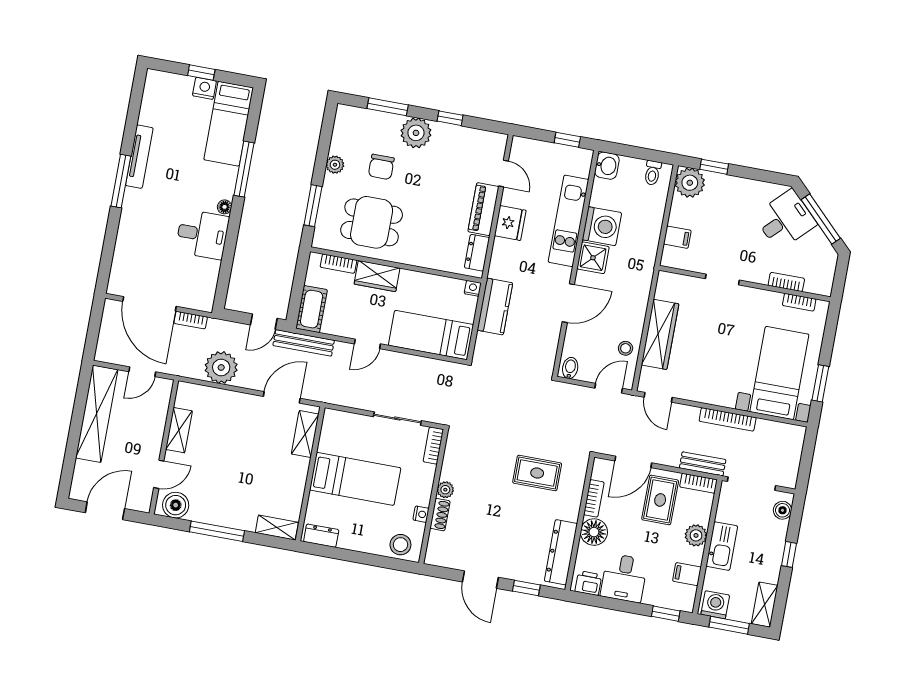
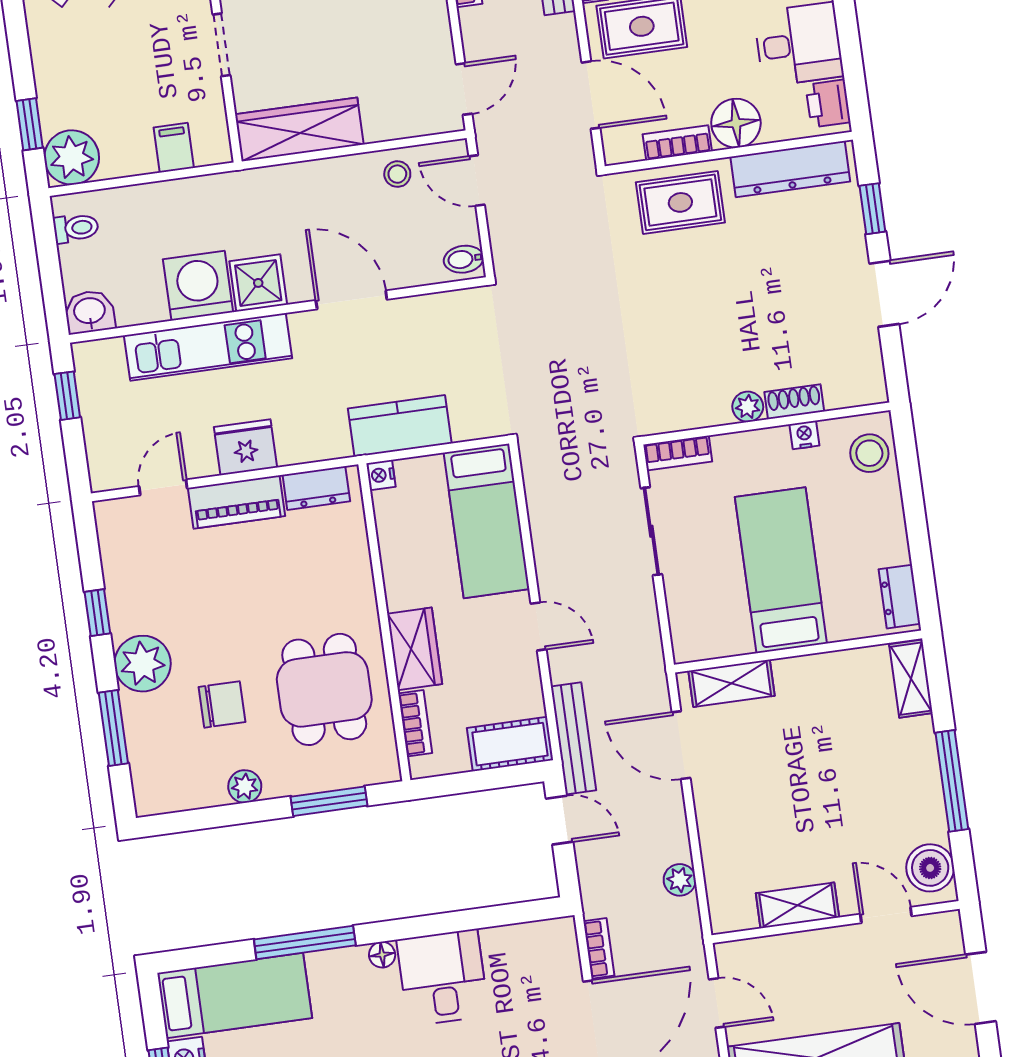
wardrobe: (660, 334) -> (299, 129), moved
plant: (221, 367) -> (680, 880), width x0.53, depth x0.53
rug: (537, 473) -> (680, 202), moved, turned 90

